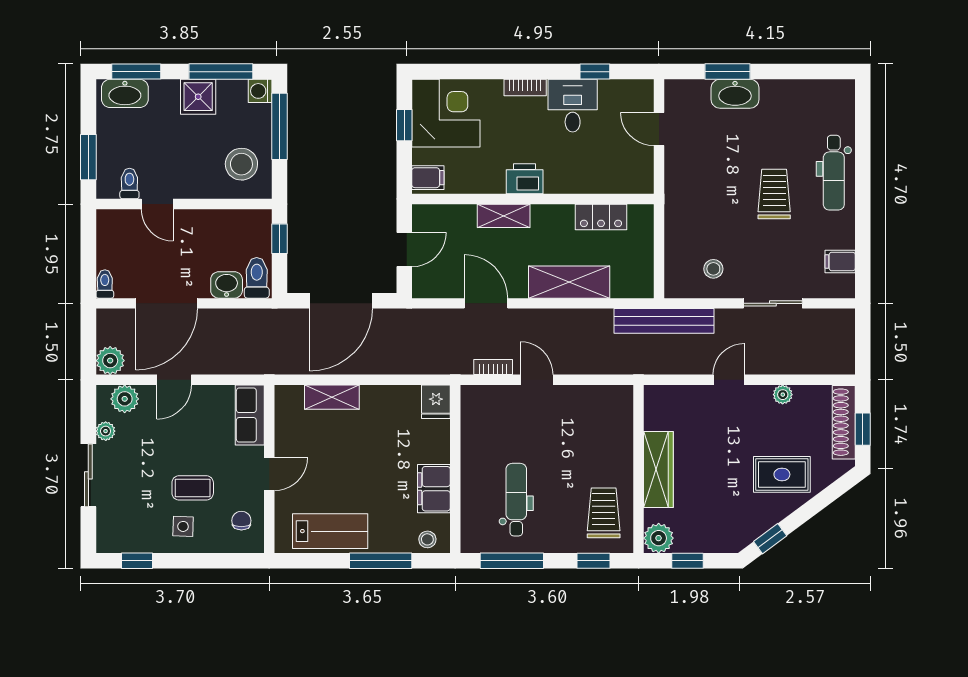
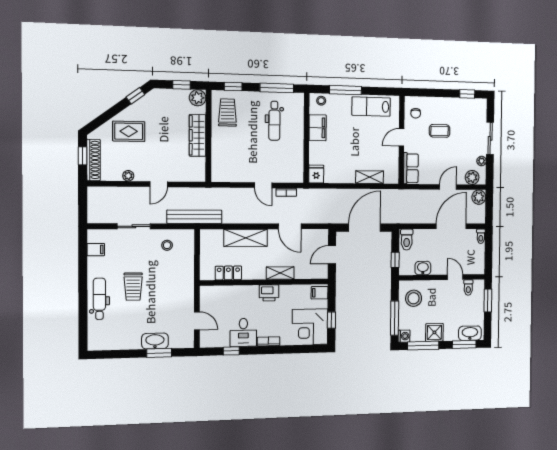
washbasin: (227, 285) -> (423, 268), moved, turned 180
trolley: (604, 513) -> (228, 112), turned 180
side table: (183, 526) -> (445, 111), removed

